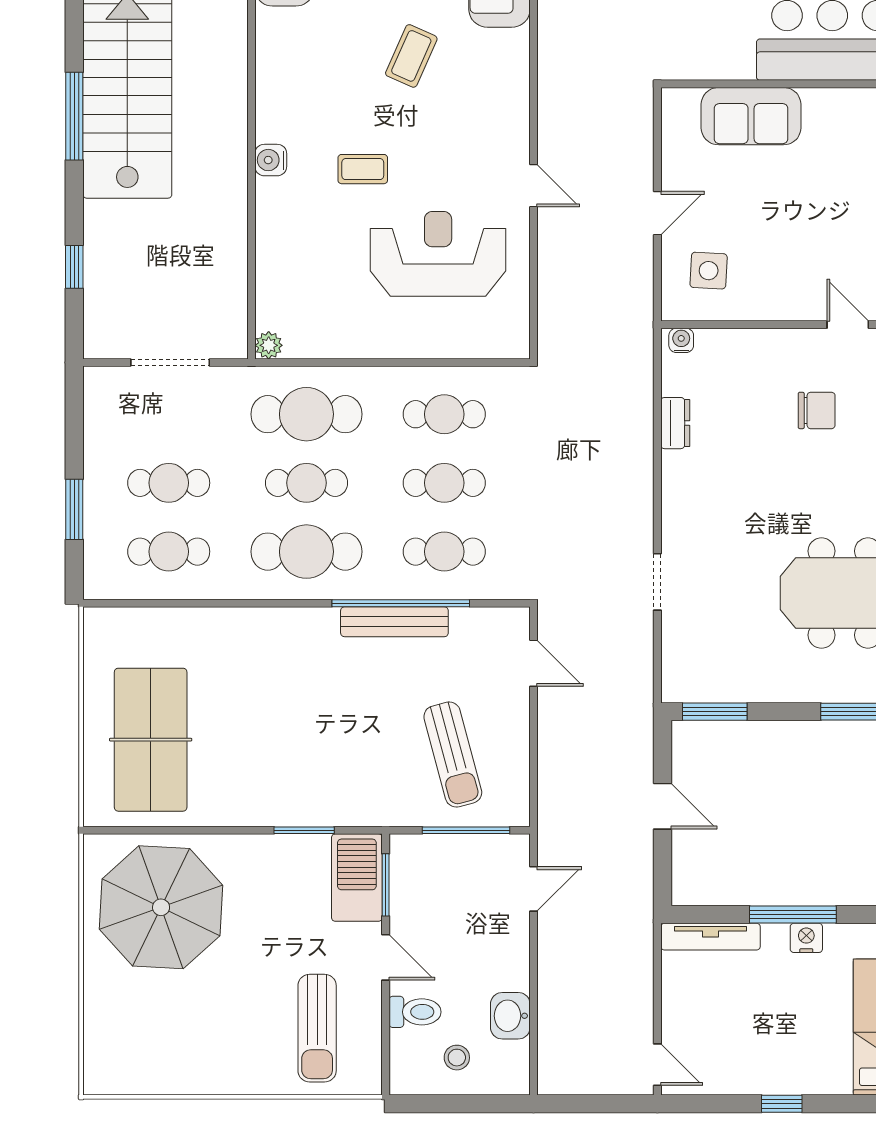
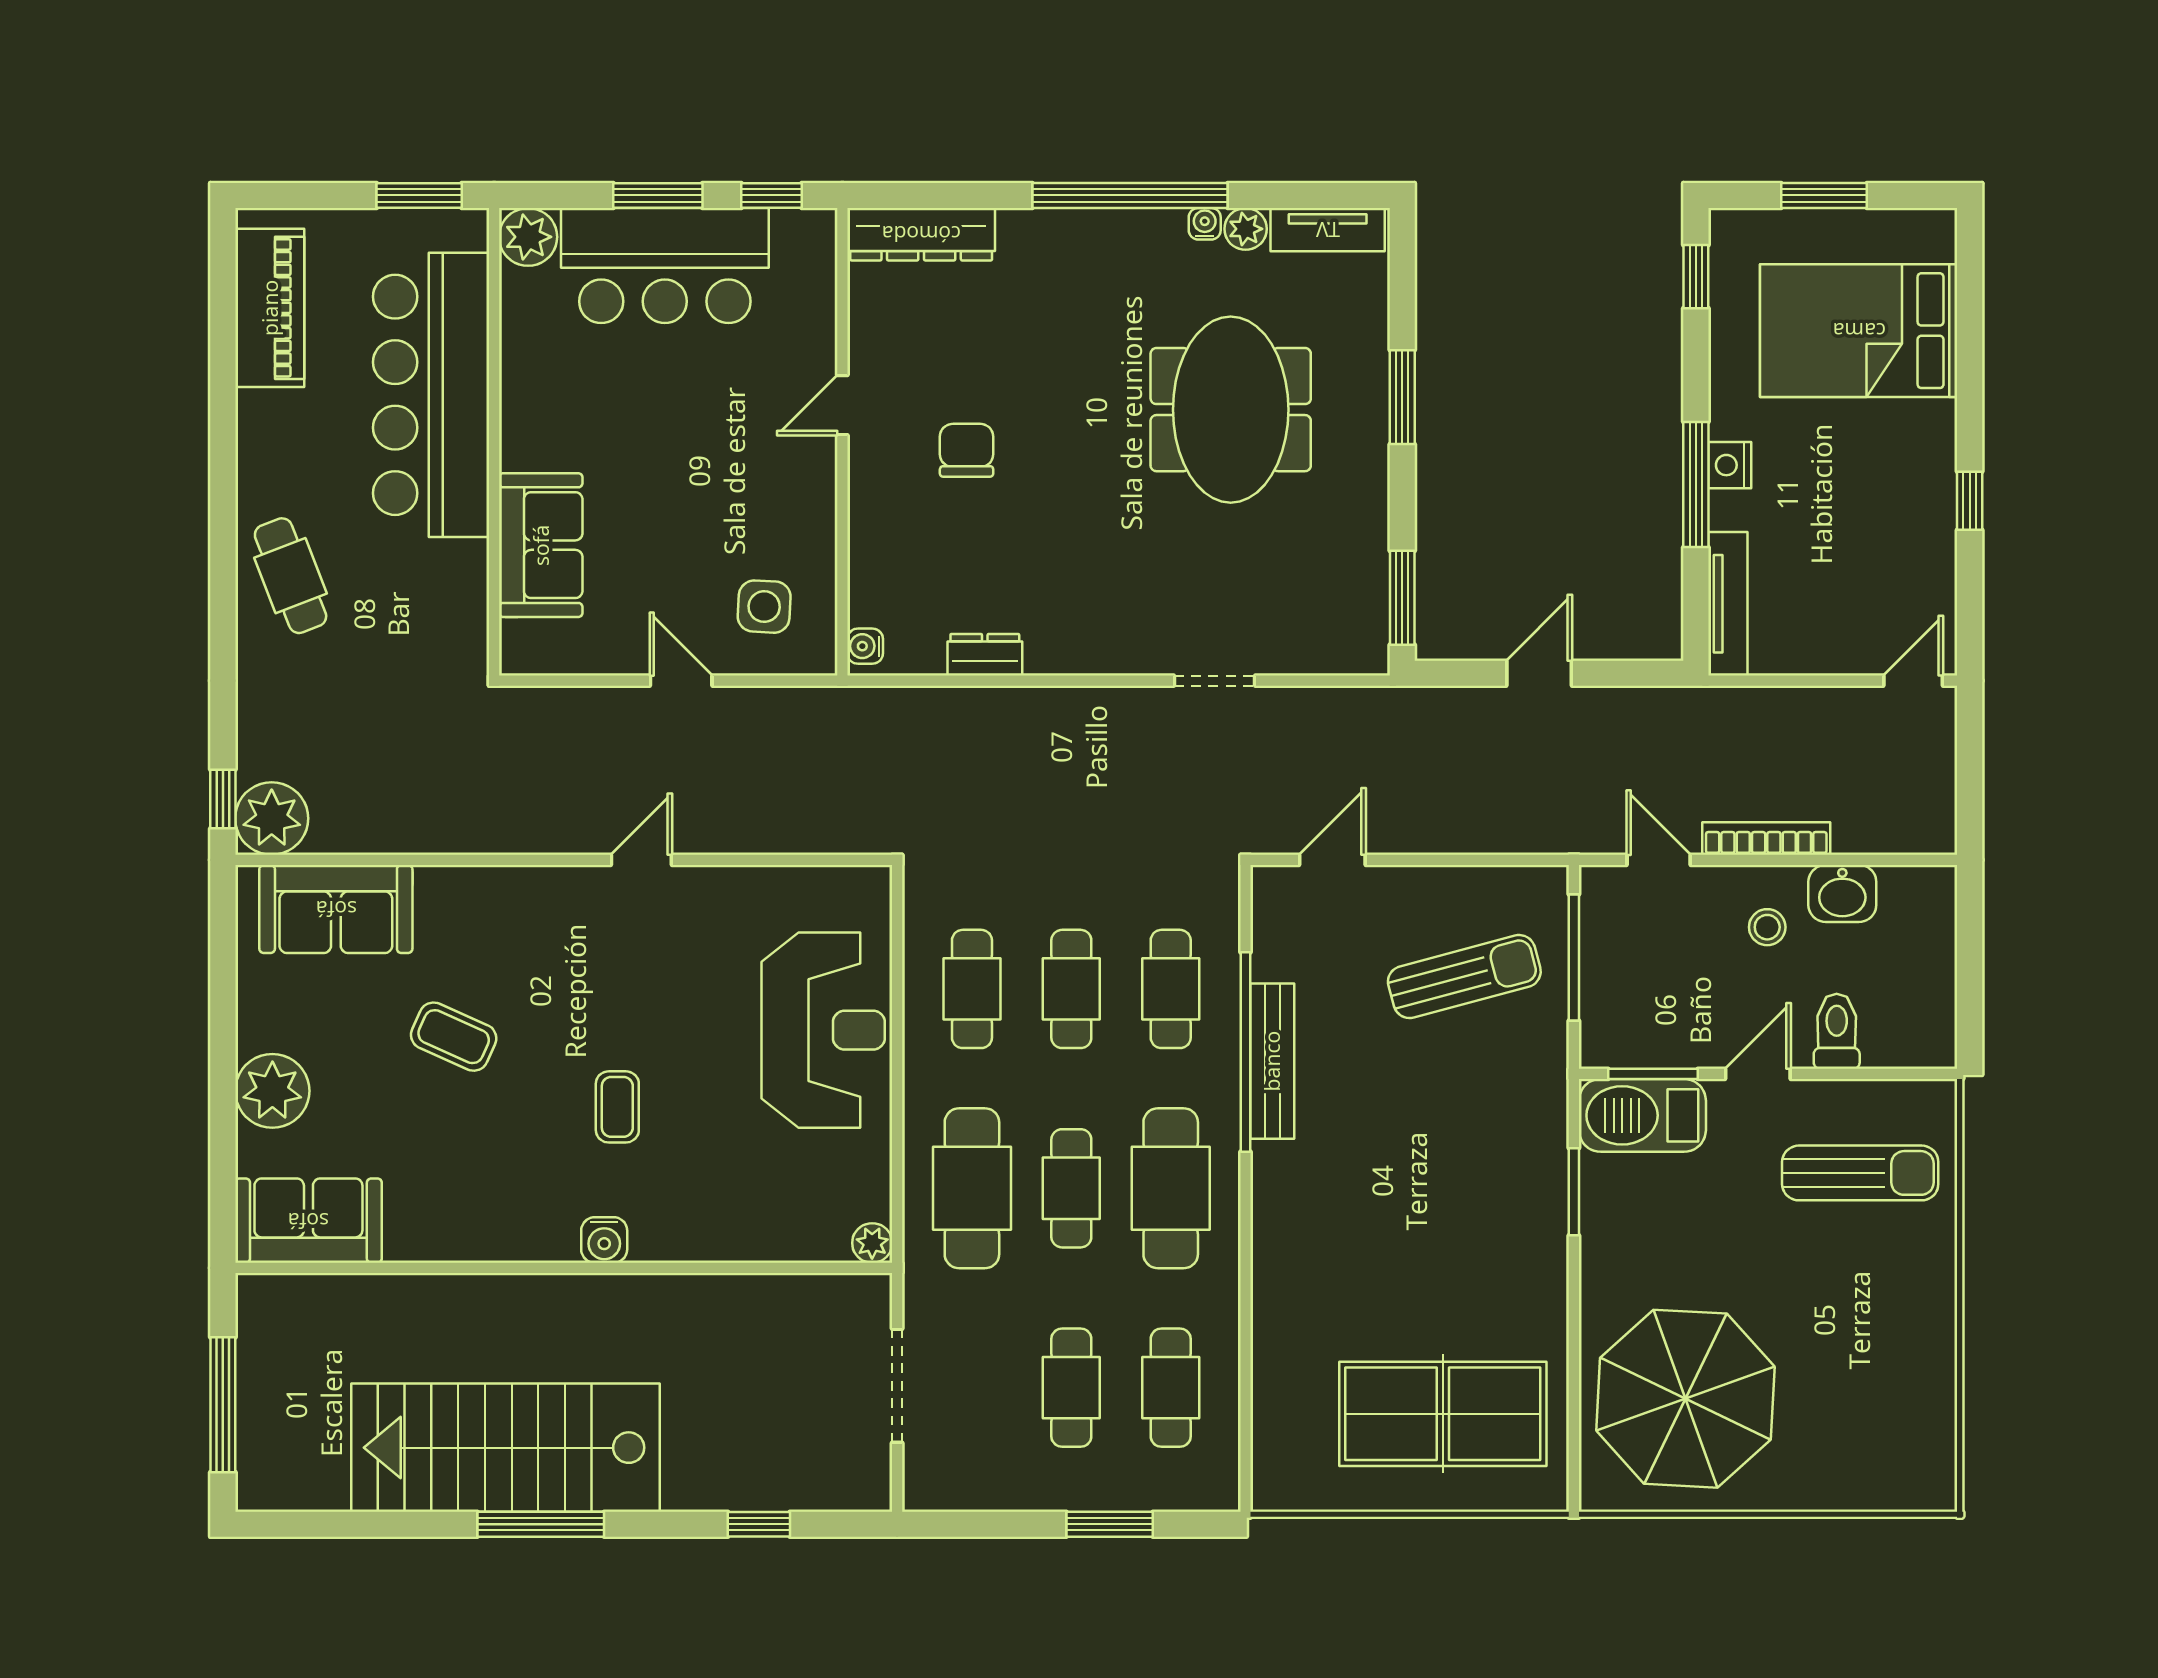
reception desk: (438, 254) -> (823, 1030), moved, turned 180
bookcase: (548, 963) -> (1766, 839), added
stool: (457, 1058) -> (1767, 927), moved

